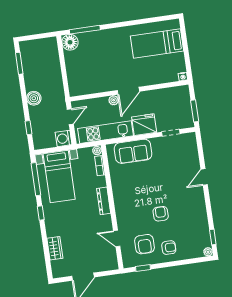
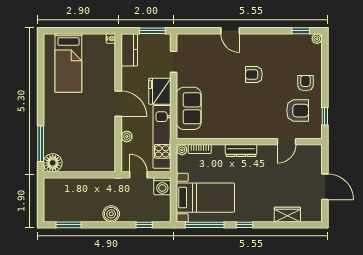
kitchen counter: (176, 93) -> (129, 50), added
plant: (114, 100) -> (127, 136), moved
armchair: (161, 214) -> (254, 75), moved

